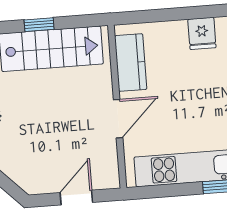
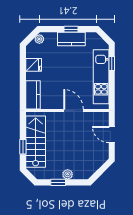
kitchen counter: (131, 63) -> (33, 95), moved, turned 90

